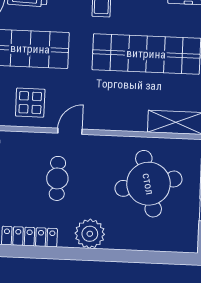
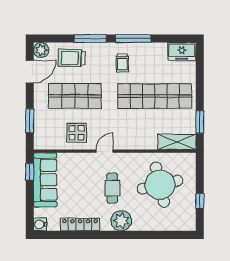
cafe table: (57, 178) -> (112, 188), moved

